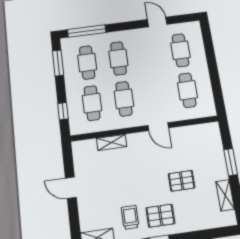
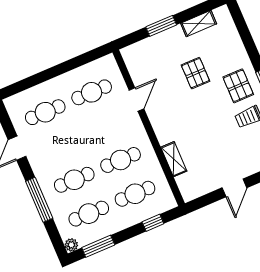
window: (87, 31) -> (39, 200), moved
plant: (66, 43) -> (71, 245), added
door: (158, 127) -> (136, 99), moved

